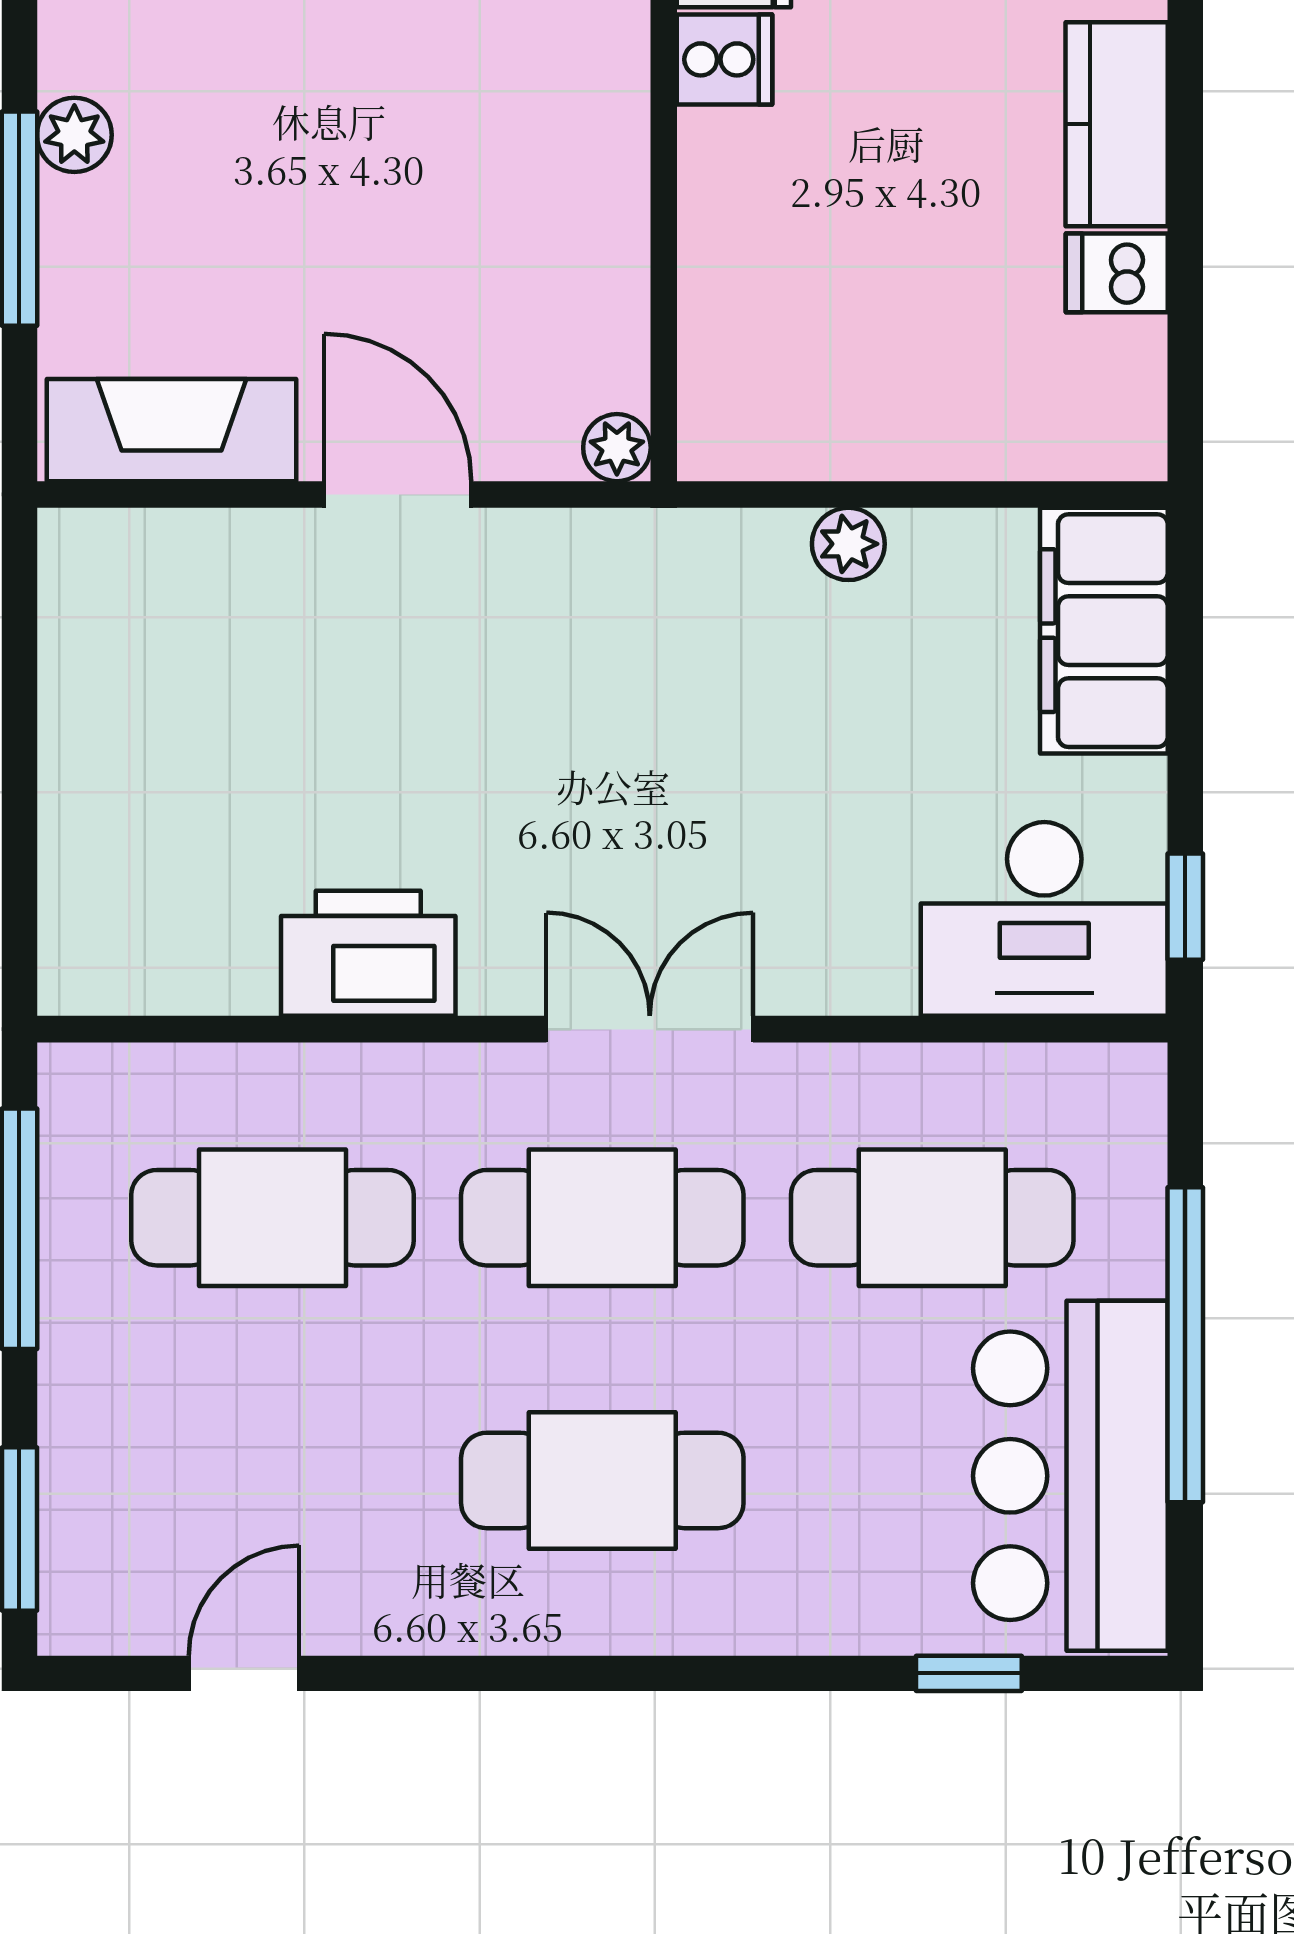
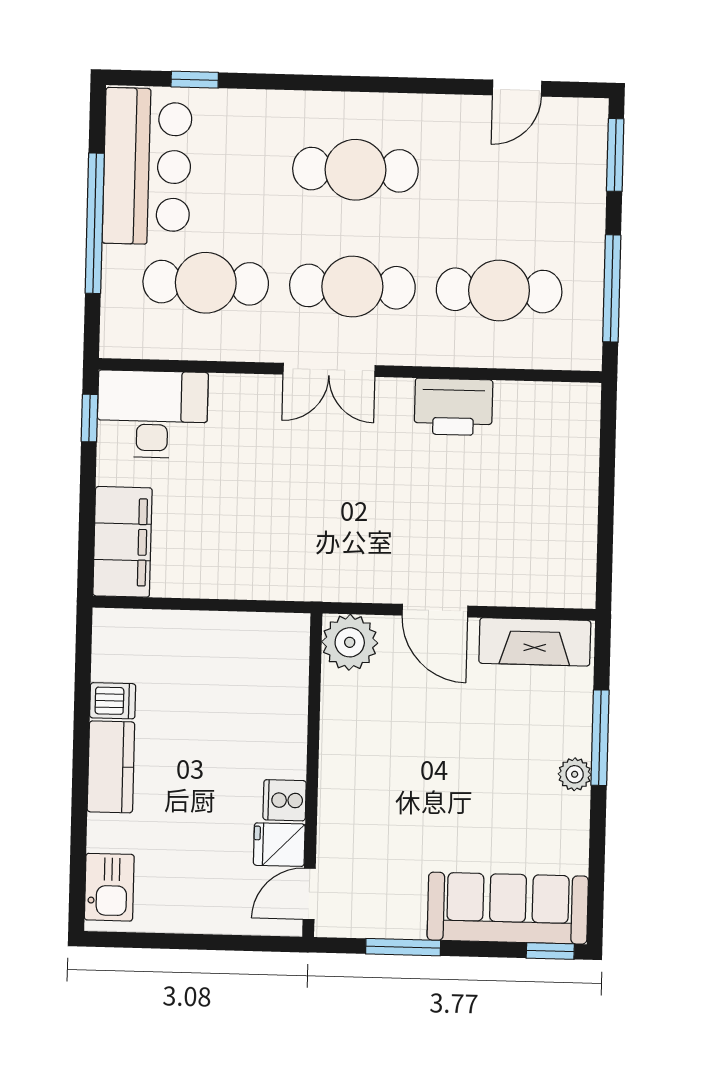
plant: (617, 448) -> (350, 642), width x1.88, depth x1.88
plant: (848, 544) -> (235, 583), removed

